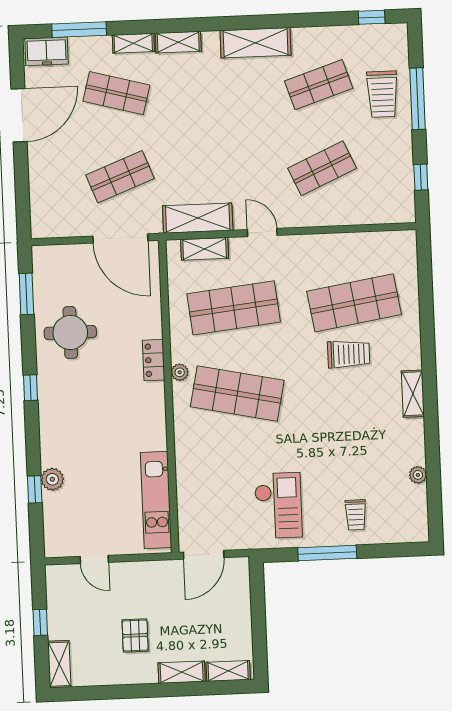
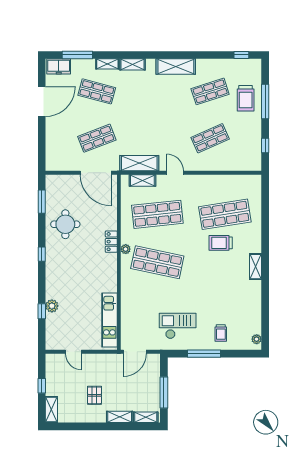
trolley: (349, 354) -> (221, 243), turned 180
plant: (418, 475) -> (257, 339), moved
checkout: (278, 505) -> (178, 326), turned -90
window: (259, 625) -> (164, 392), added

